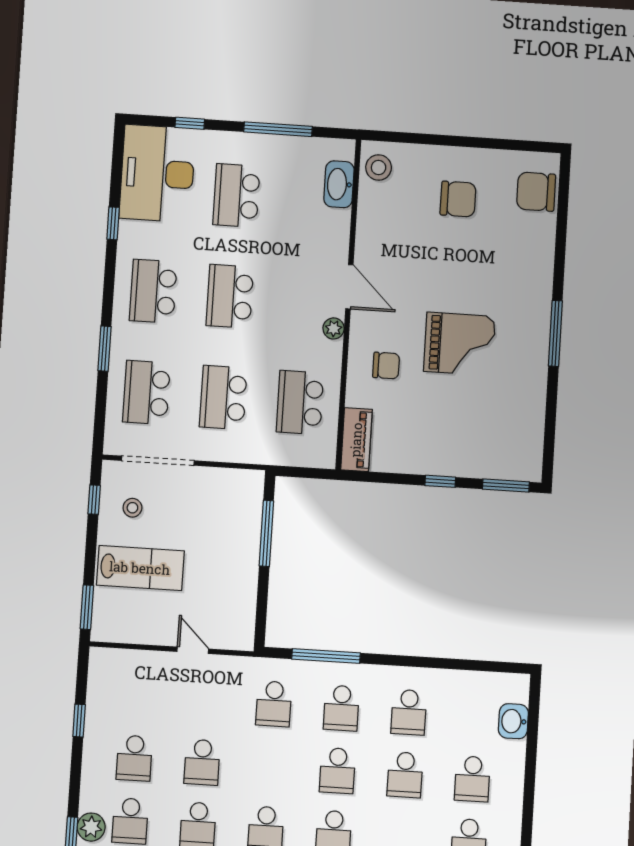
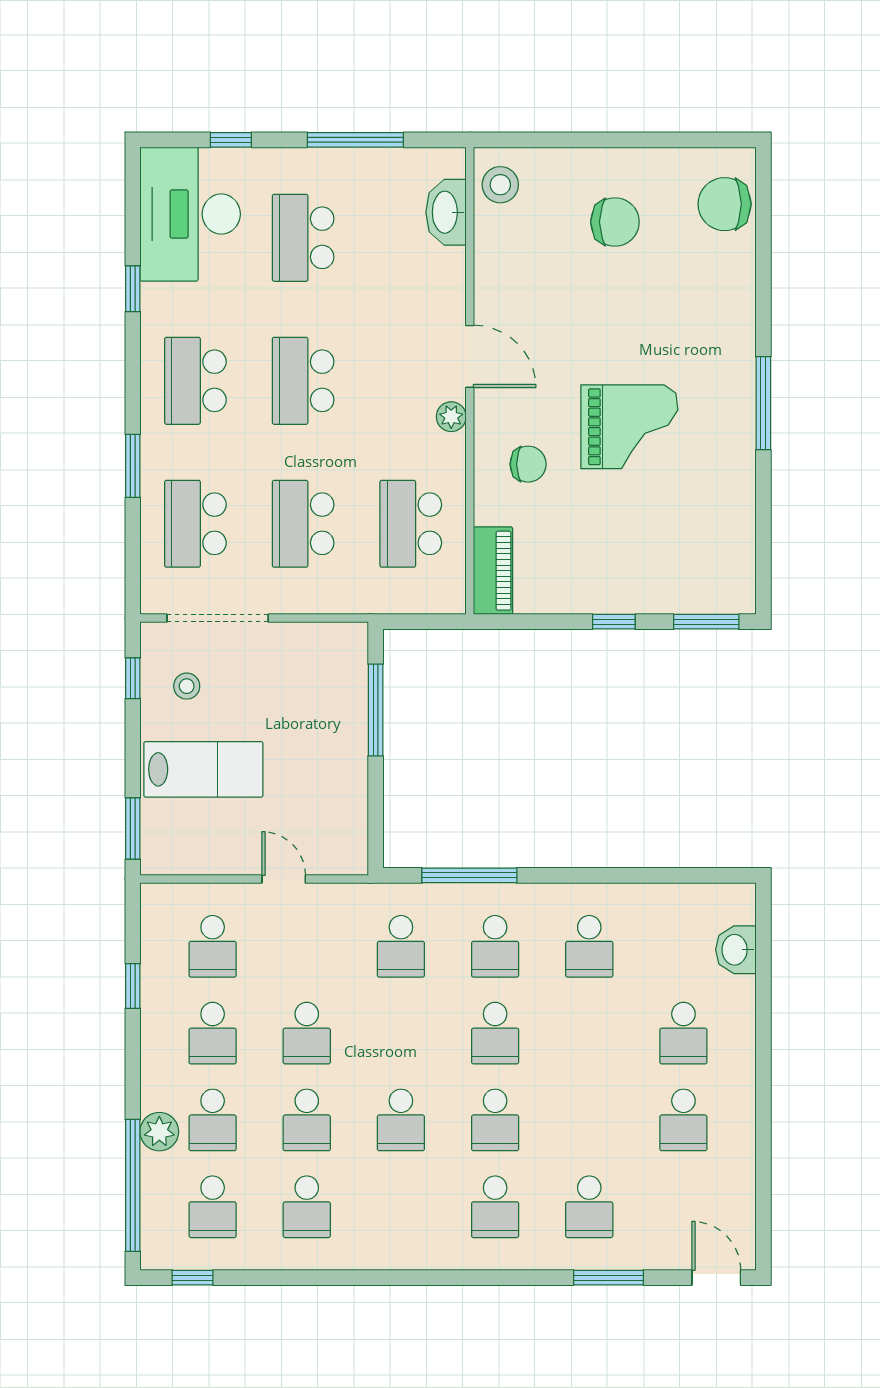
school desk: (405, 775) -> (213, 946), moved

